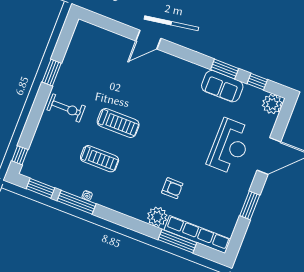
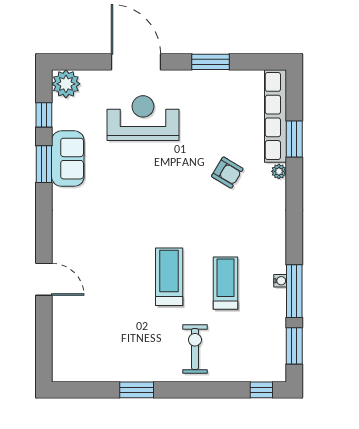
exercise bike: (66, 108) -> (195, 349), moved
armchair: (172, 188) -> (227, 173), turned 121
plant: (157, 217) -> (279, 171), width x0.53, depth x0.53
window: (177, 241) -> (294, 139), width x0.69

